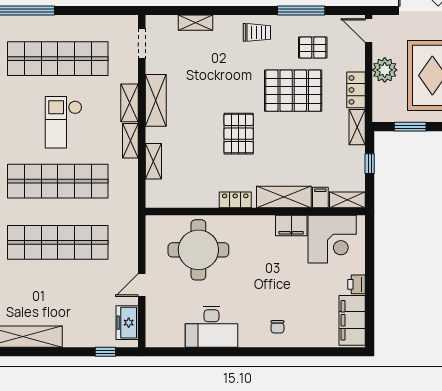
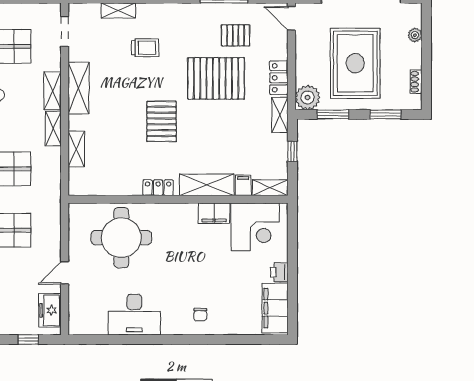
trolley: (257, 32) -> (145, 48), moved
plant: (385, 70) -> (308, 97), moved

